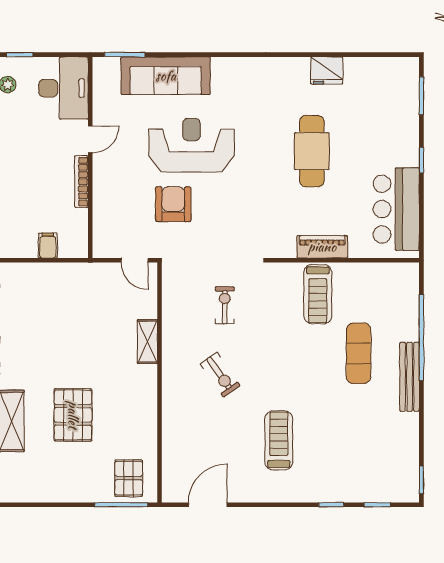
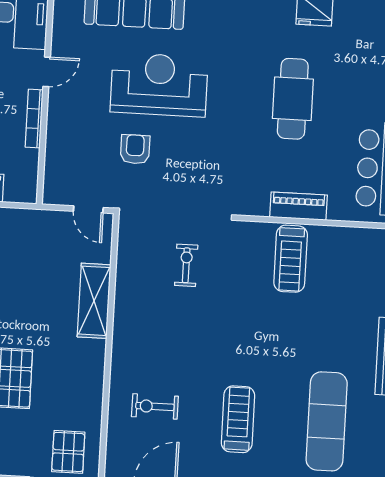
armchair: (173, 204) -> (135, 149), width x0.72, depth x0.72
shelving: (147, 342) -> (94, 301), width x1.50, depth x1.33
exercise mat: (359, 353) -> (327, 421), moved, width x1.36, depth x1.45
exercise bike: (220, 375) -> (155, 406), moved, turned 125

